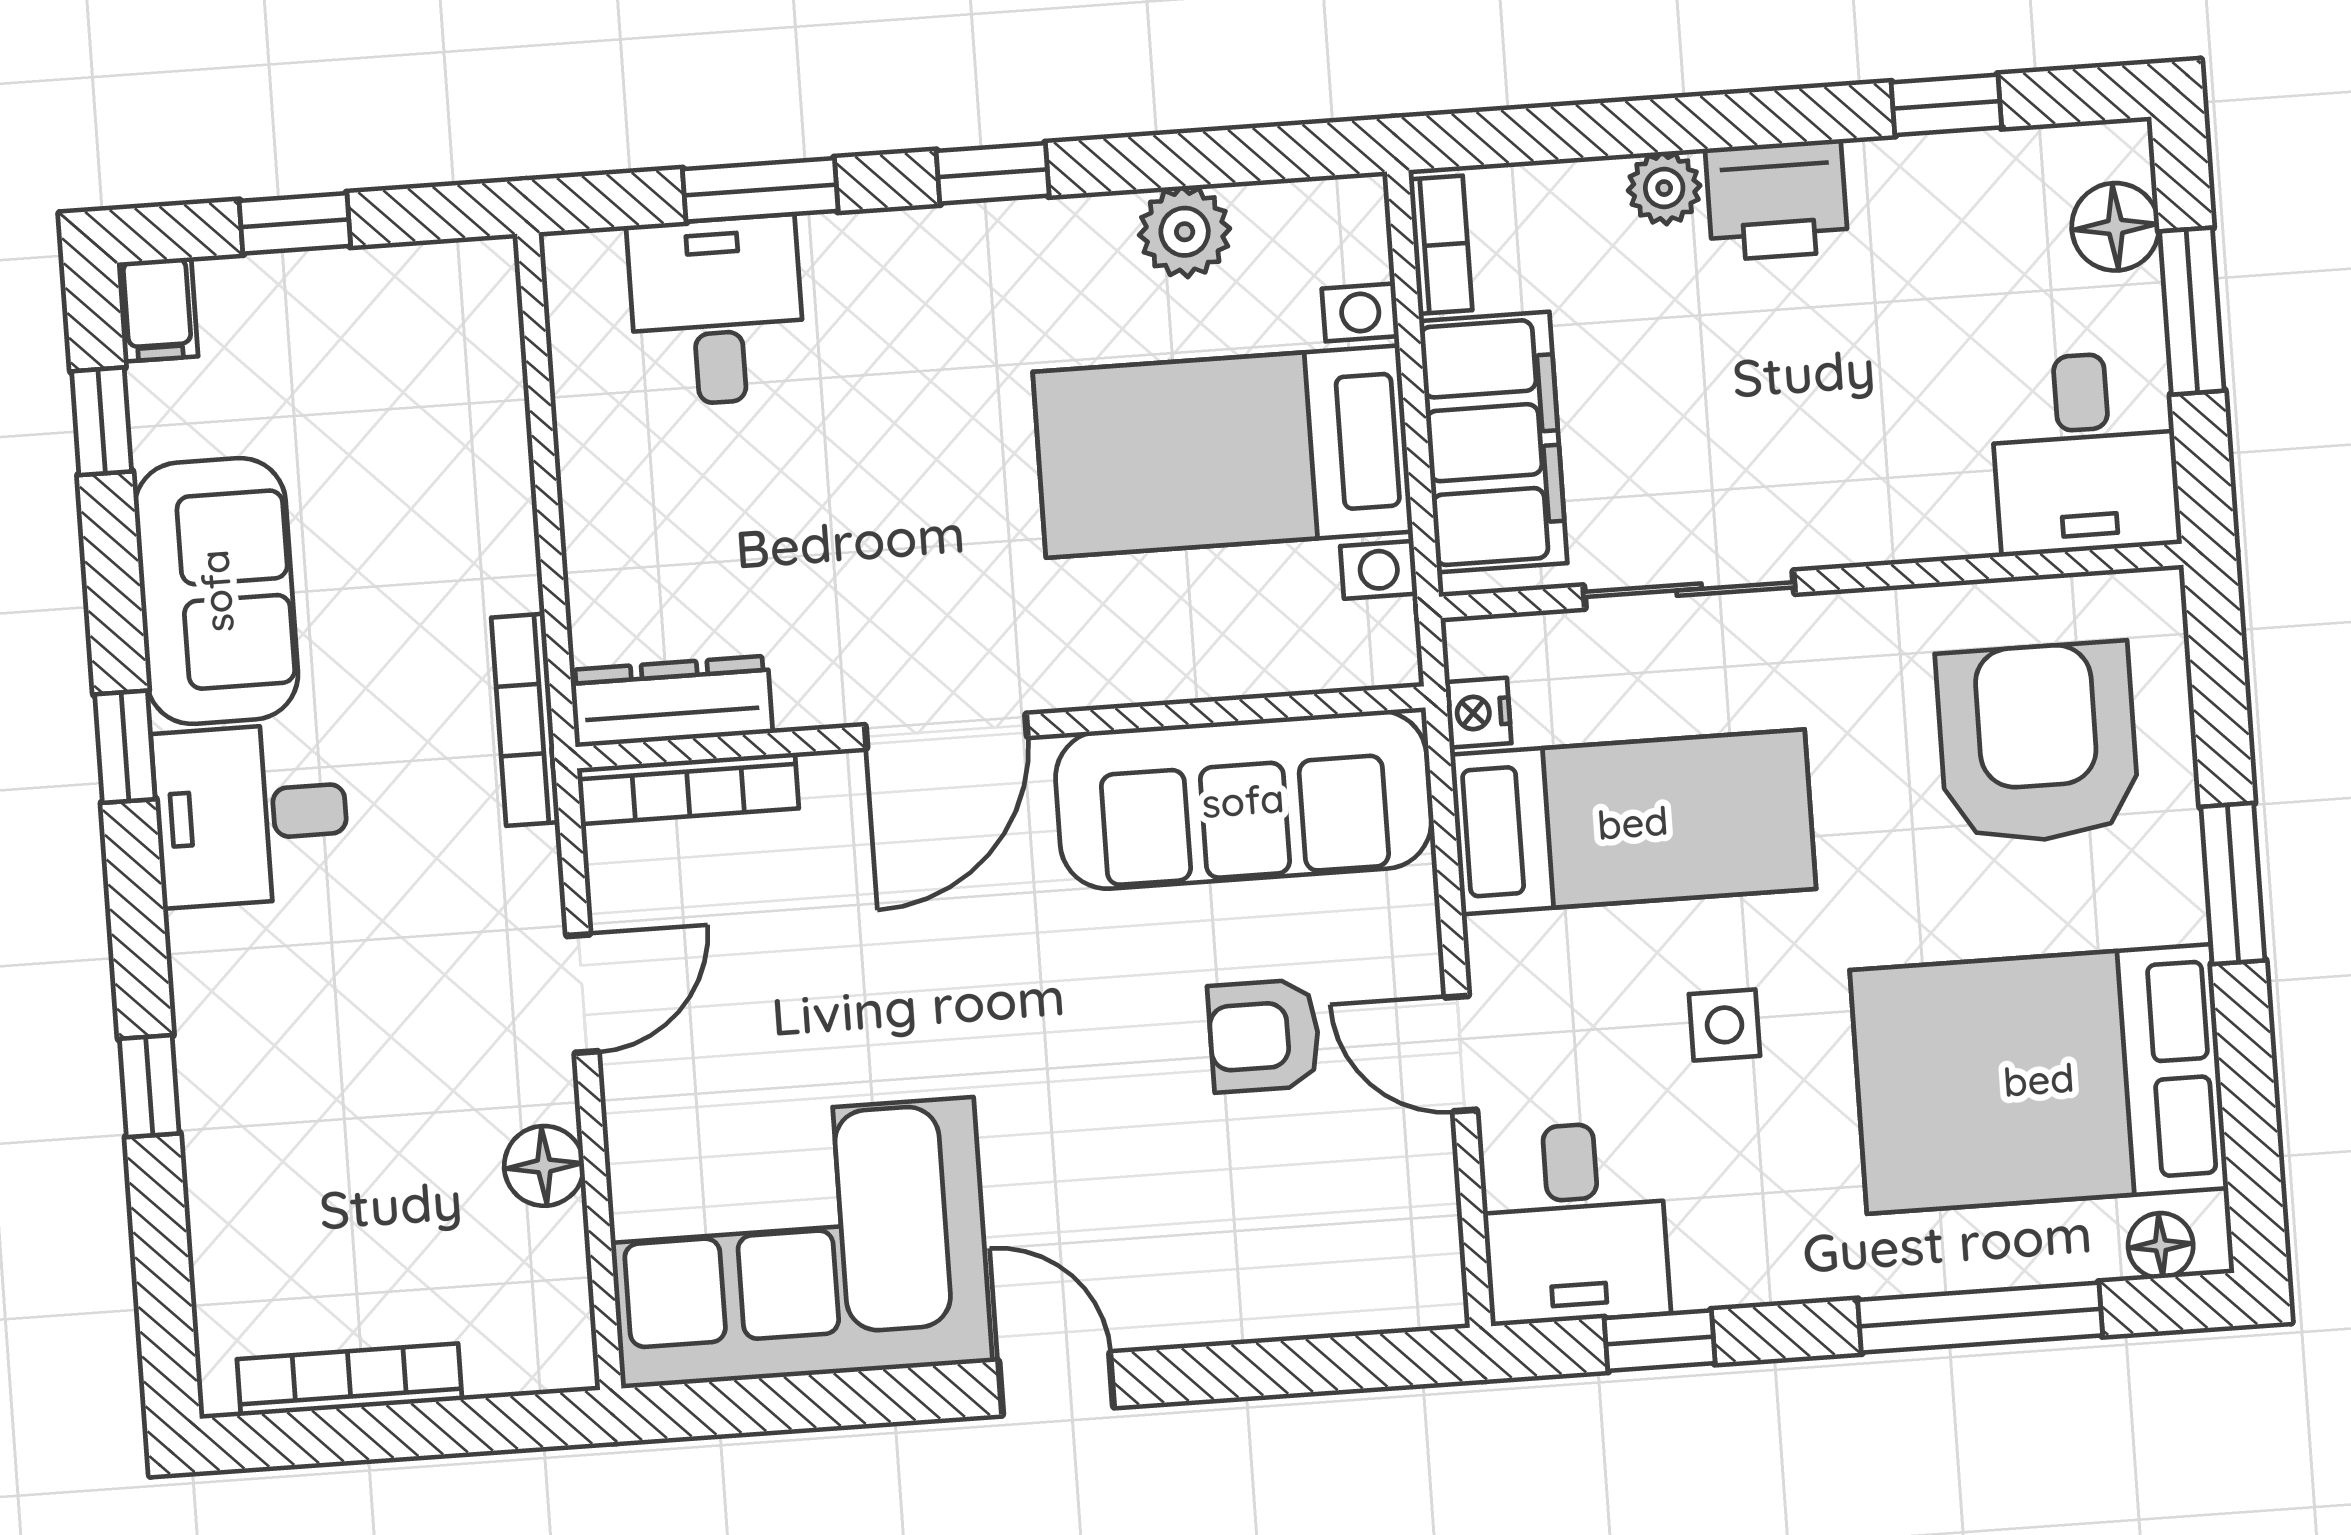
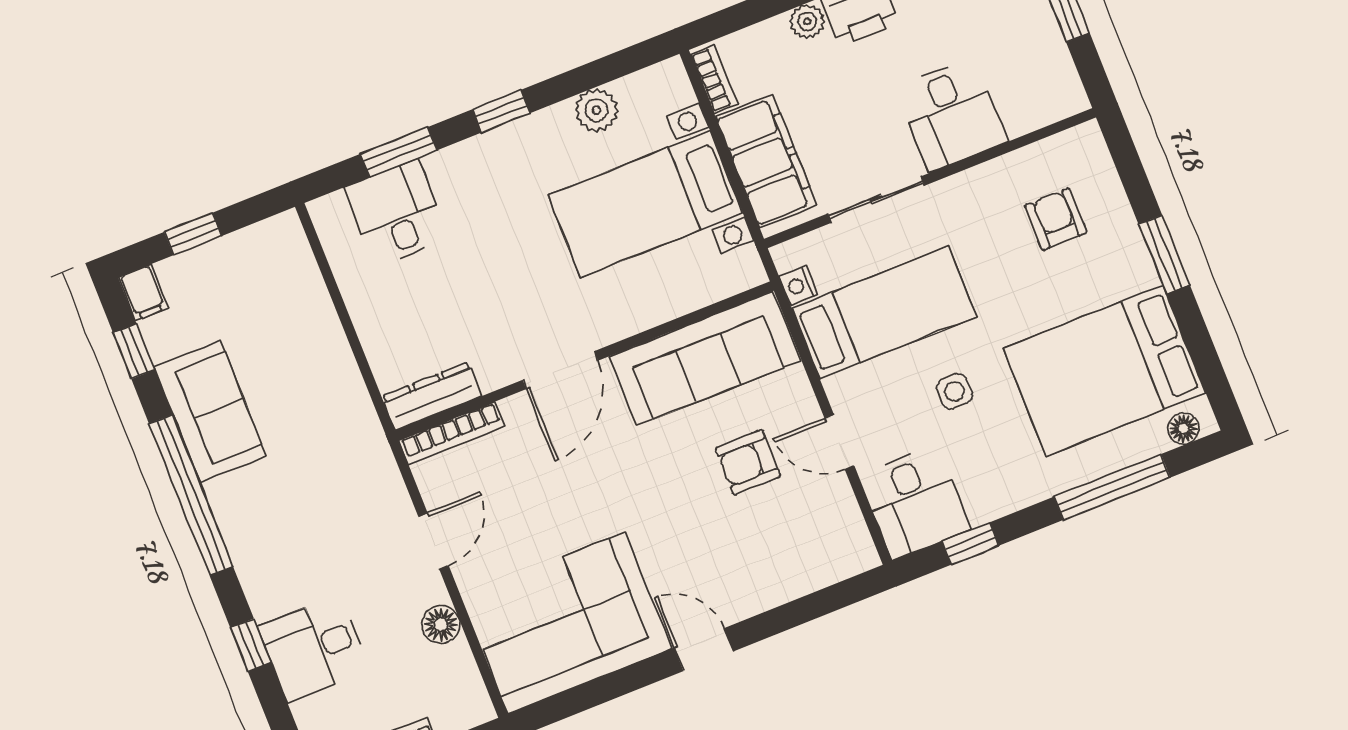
desk: (2085, 453) -> (952, 114), moved
bookcase: (525, 720) -> (368, 425), removed
armchair: (2038, 743) -> (1056, 219), width x0.53, depth x0.53
window: (125, 747) -> (191, 495), width x3.17
desk: (251, 815) -> (314, 649), moved

